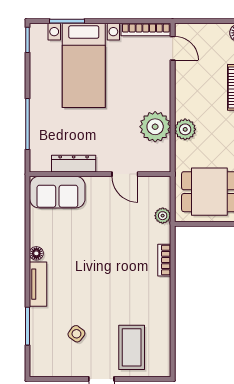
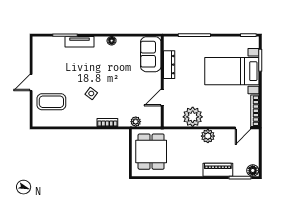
plant: (185, 129) -> (208, 136), moved
tv unit: (38, 284) -> (80, 42), moved
side table: (76, 334) -> (91, 93), moved

